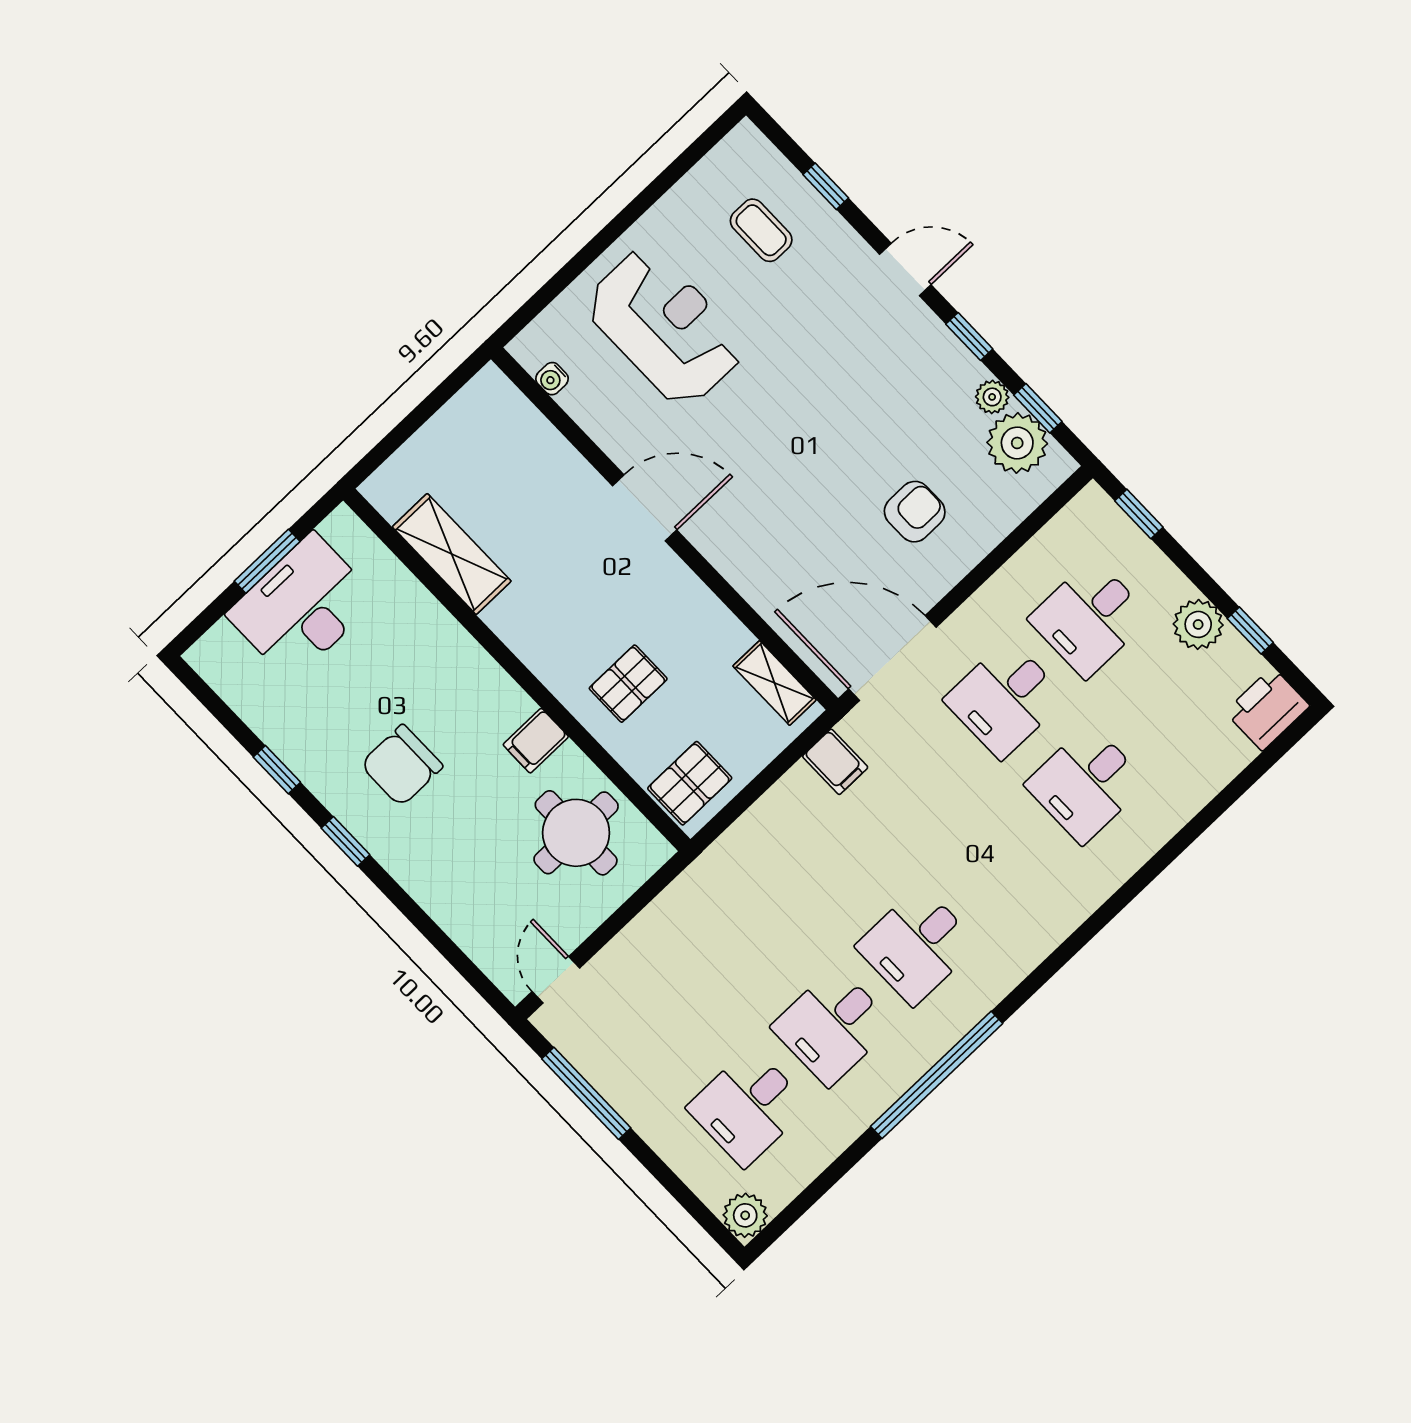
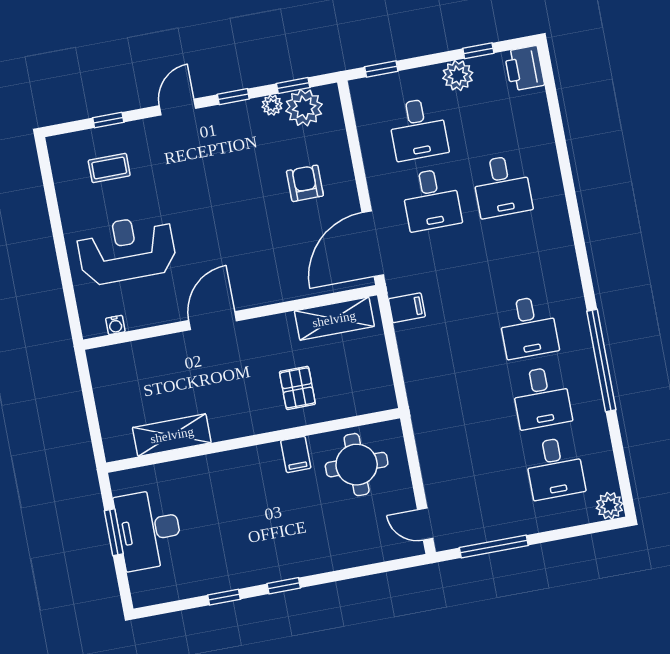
shelving: (775, 683) -> (334, 319), width x1.50, depth x1.33
chair: (402, 765) -> (264, 532), removed
pallet: (690, 783) -> (369, 390), removed

